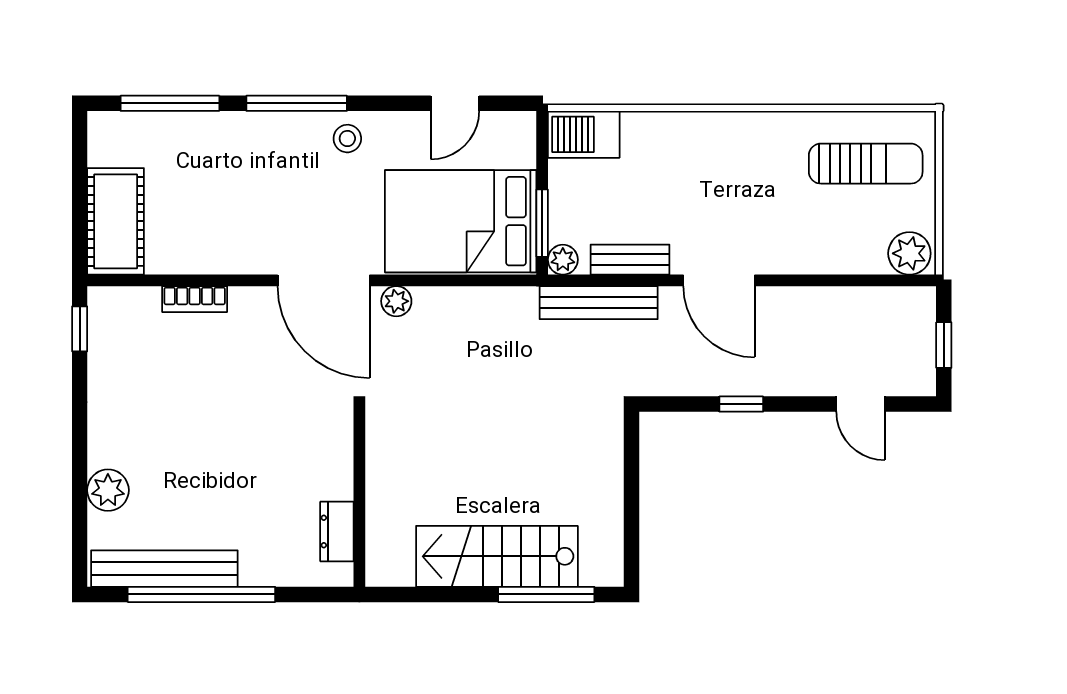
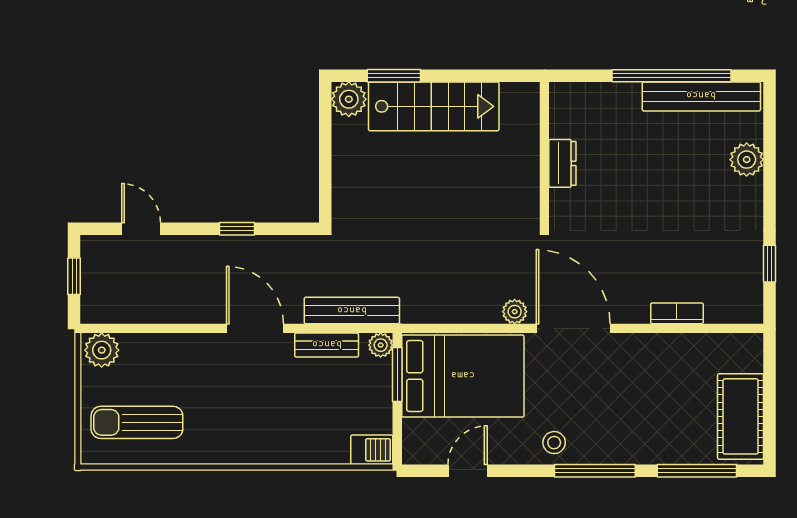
barbecue: (584, 134) -> (372, 450), width x0.73, depth x0.79
cot: (116, 221) -> (741, 416), moved
window: (80, 329) -> (770, 264), moved
dresser: (337, 531) -> (562, 163), moved
plant: (602, 565) -> (349, 99), added
window: (546, 594) -> (394, 76), width x0.69

